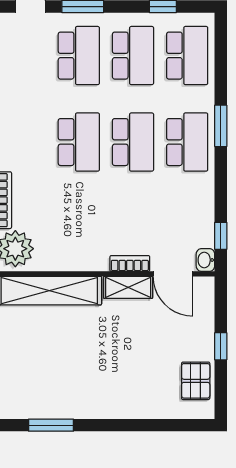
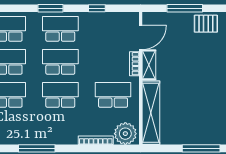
school desk: (79, 229) -> (113, 95), added
window: (221, 236) -> (97, 8), moved
washbasin: (205, 260) -> (132, 18), removed
window: (221, 346) -> (185, 8), width x2.17

